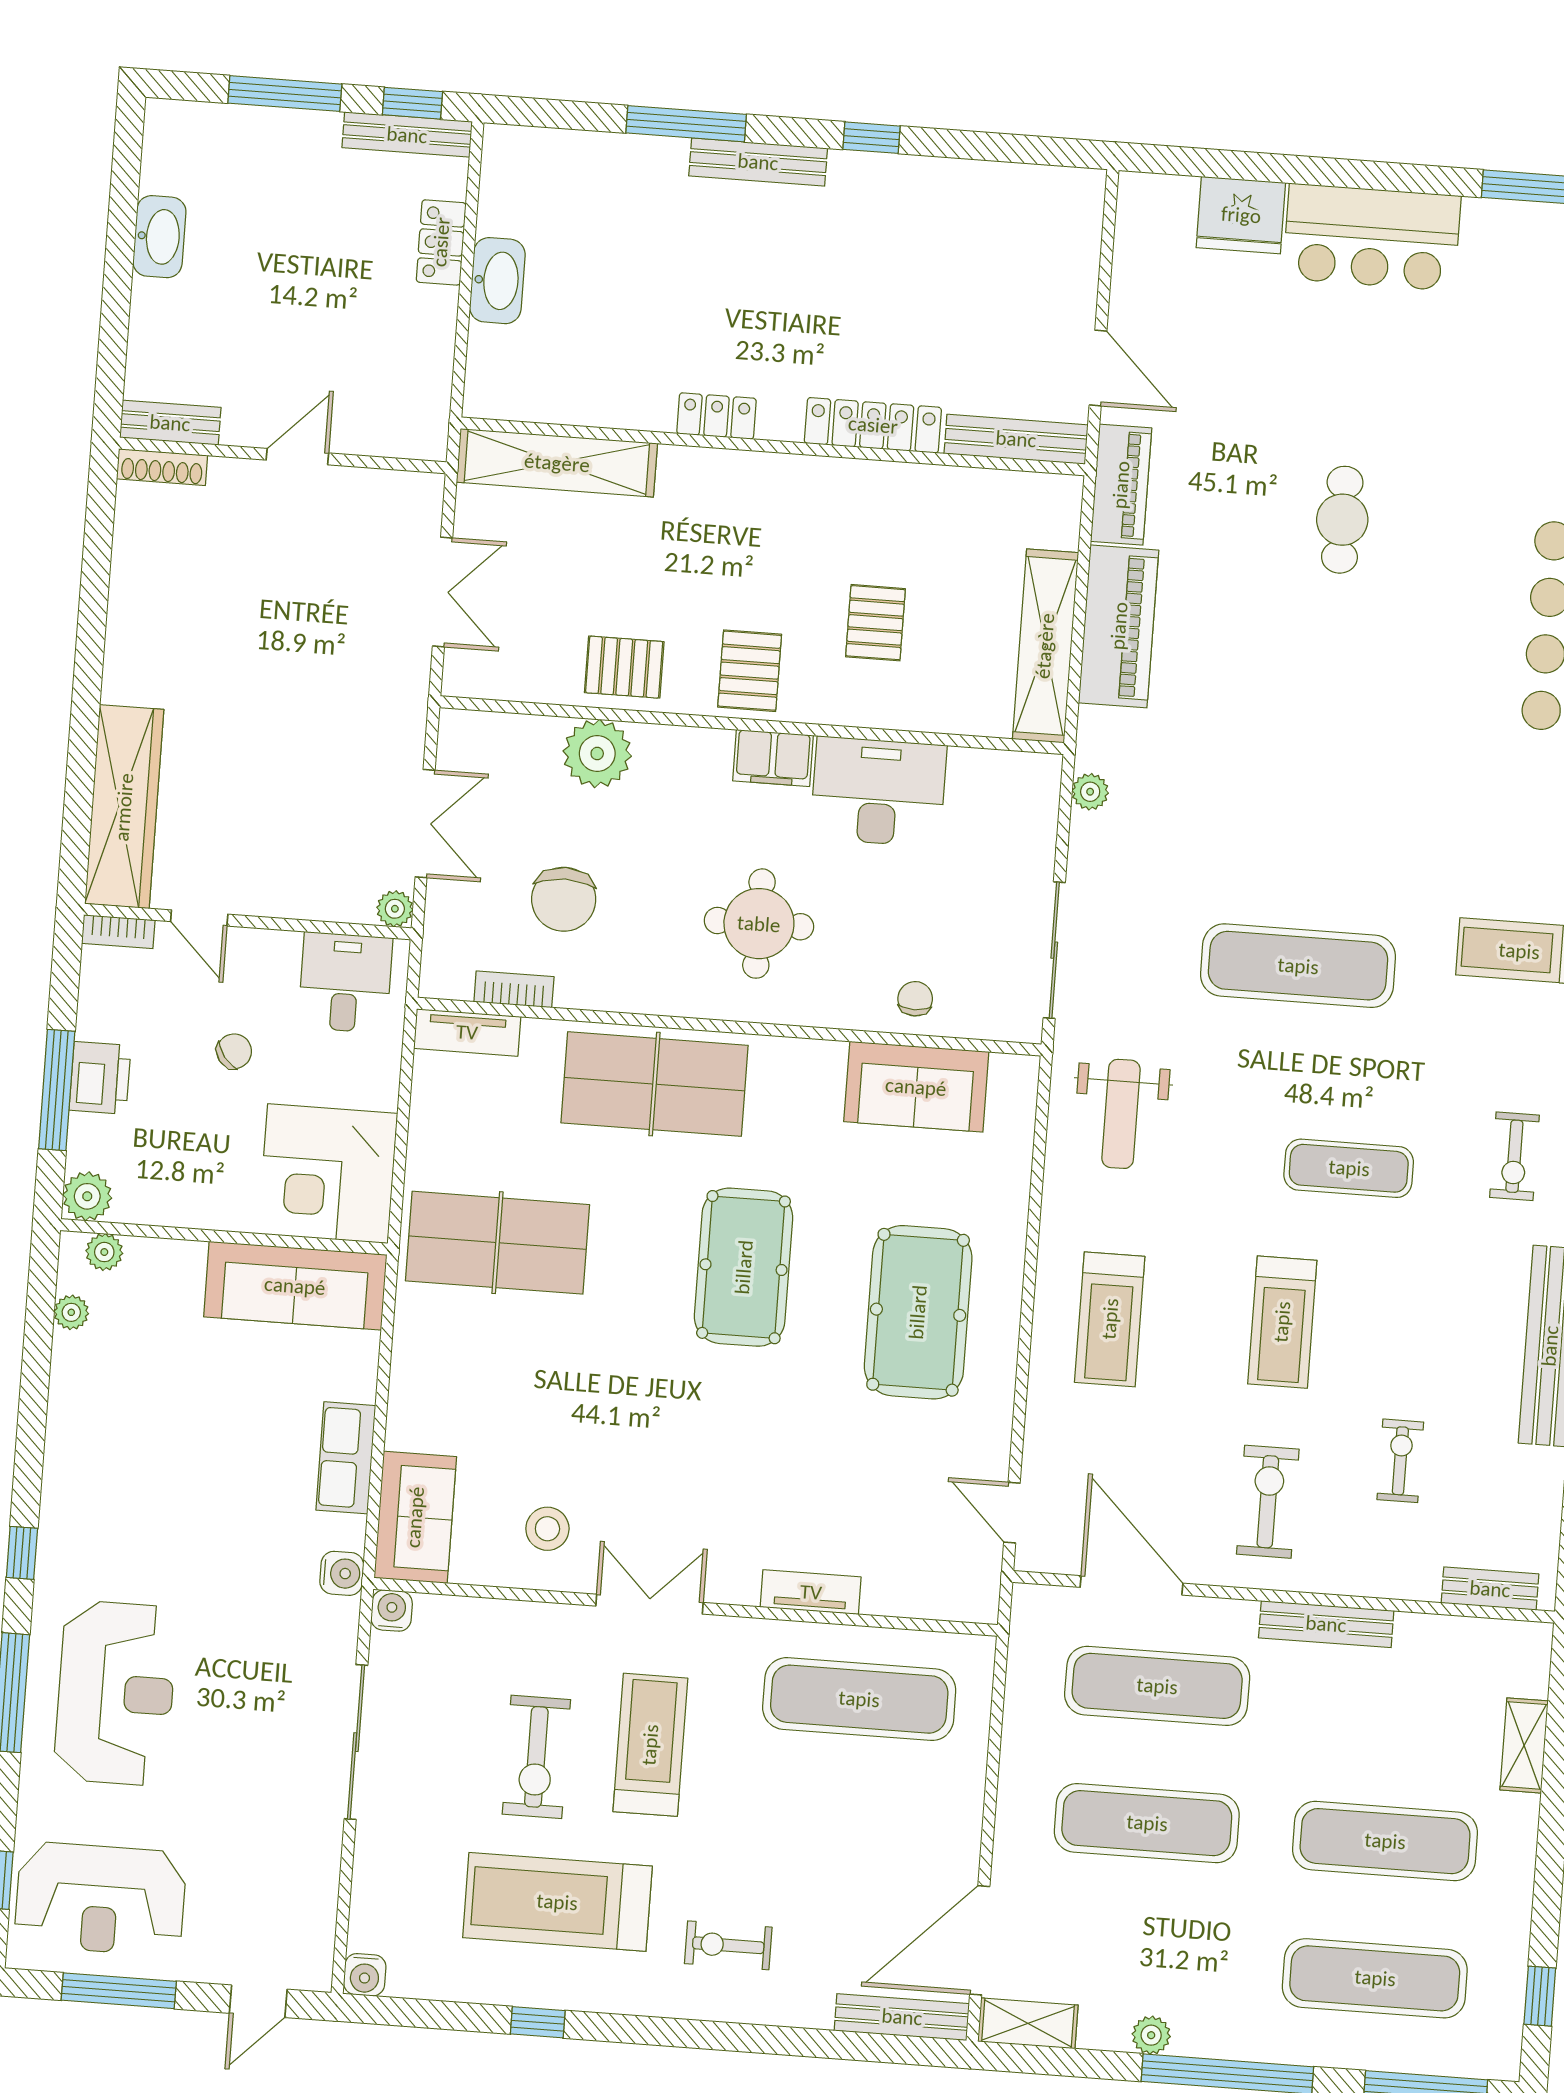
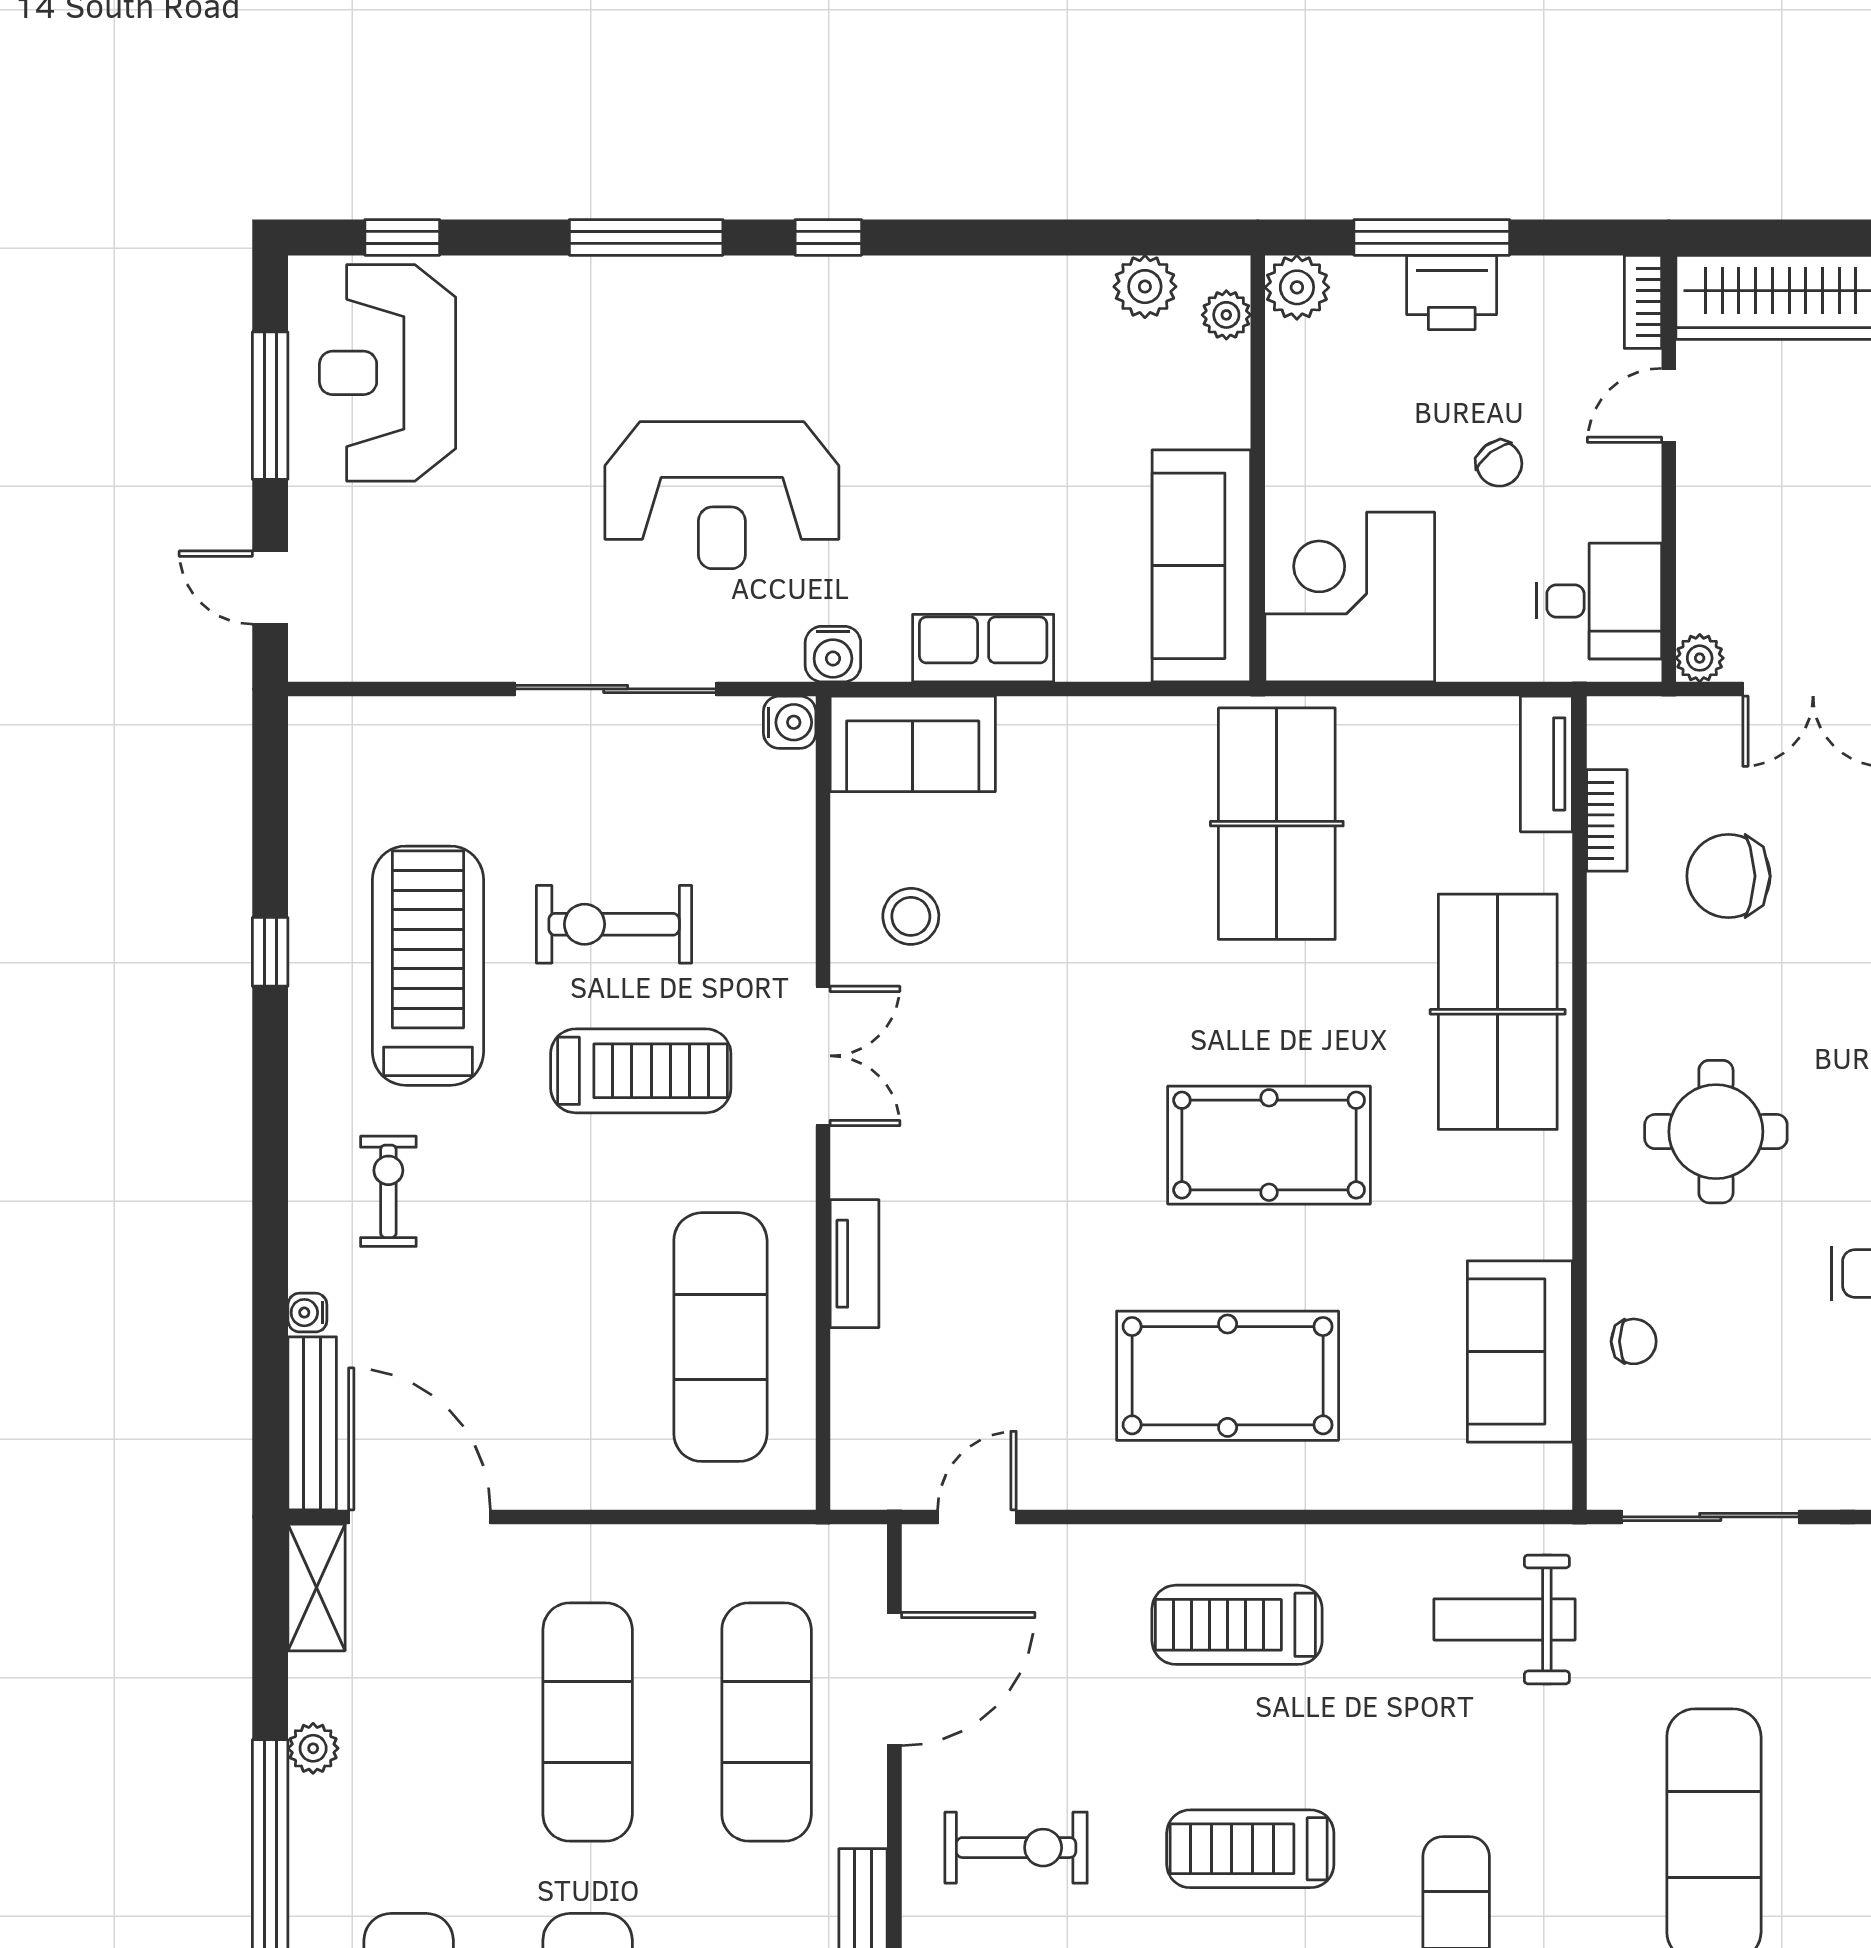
plant: (71, 1312) -> (1145, 287), width x1.38, depth x1.38
reception desk: (116, 1693) -> (722, 495), moved
water cooler: (365, 1975) -> (307, 1313), moved, width x0.72, depth x0.72

